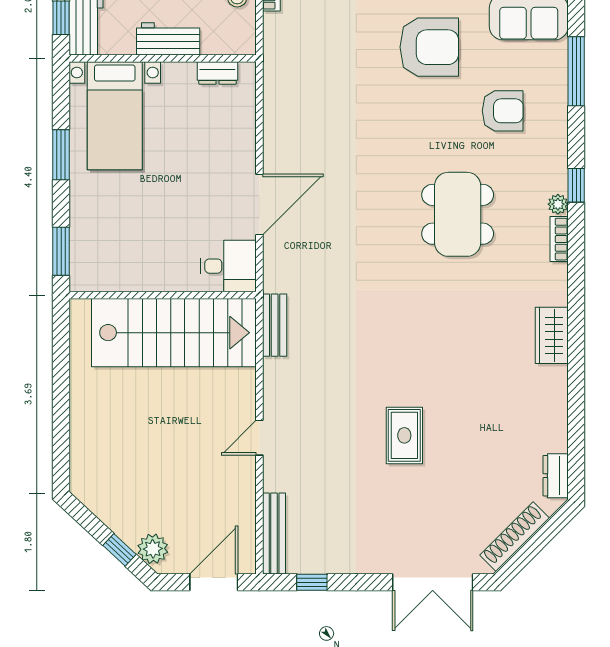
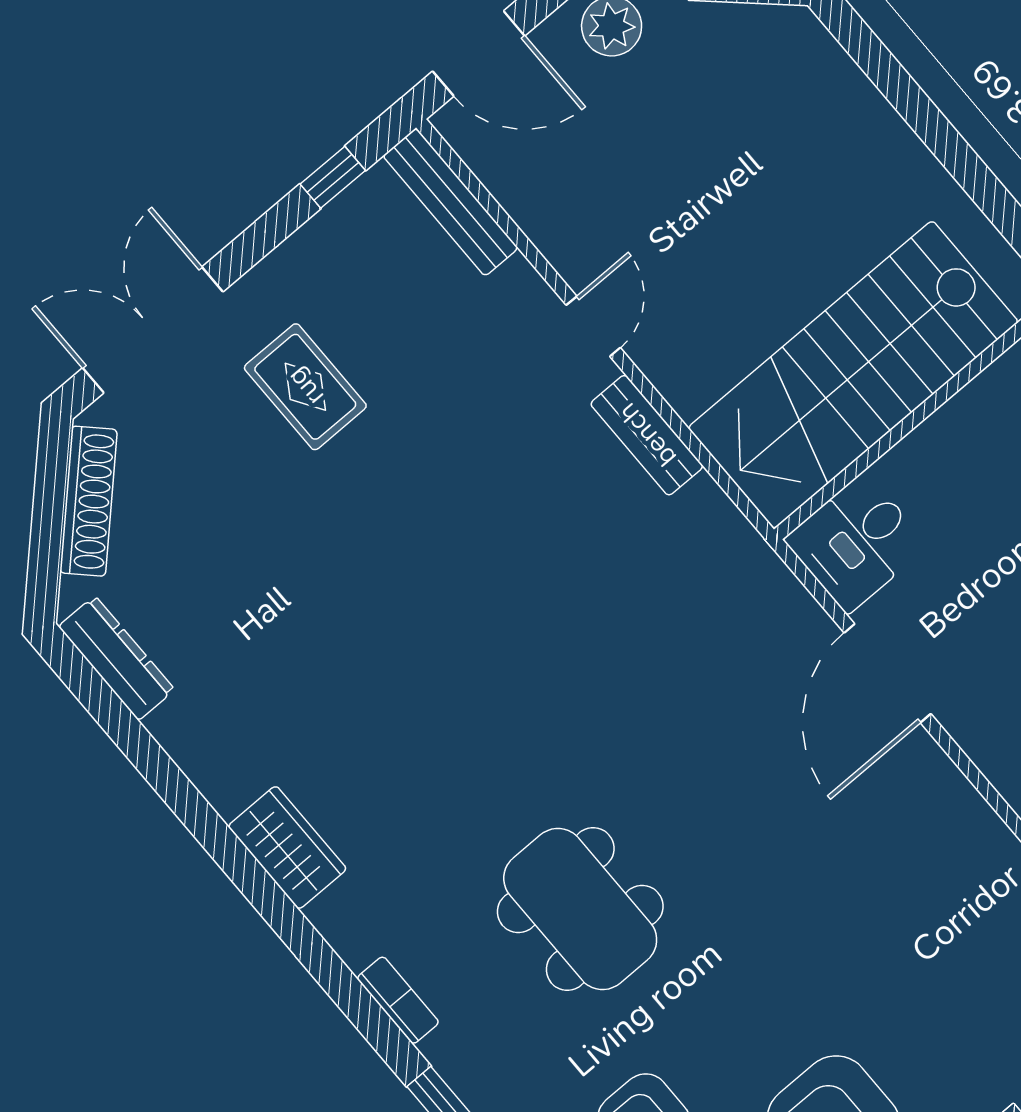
plant: (558, 204) -> (444, 1051), removed
bench: (275, 325) -> (647, 435), moved
rug: (404, 435) -> (305, 387), moved
dresser: (556, 476) -> (117, 658), width x1.44
door: (214, 582) -> (479, 53), hinge flipped

